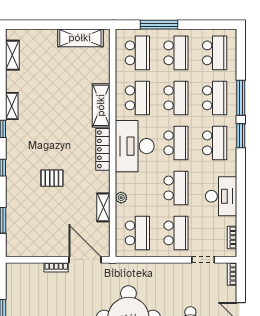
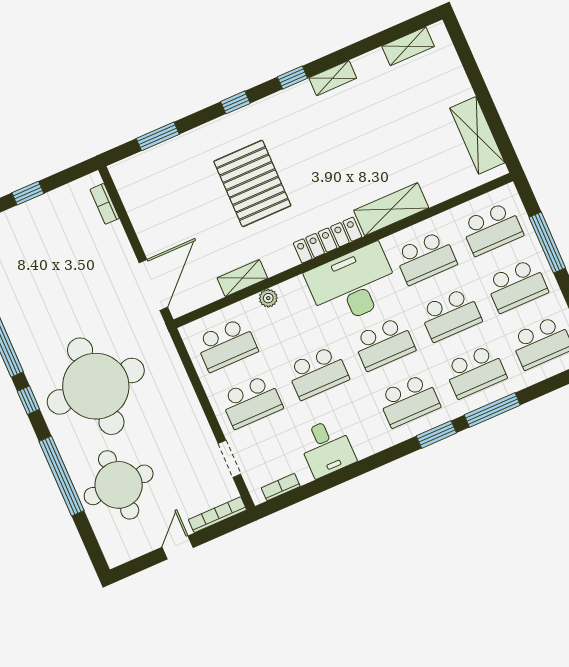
pallet: (52, 178) -> (252, 183), width x2.05, depth x2.00
desk: (221, 196) -> (327, 448), width x0.73
bookcase: (56, 267) -> (105, 204), moved
bookcase: (232, 274) -> (217, 515), width x1.56

